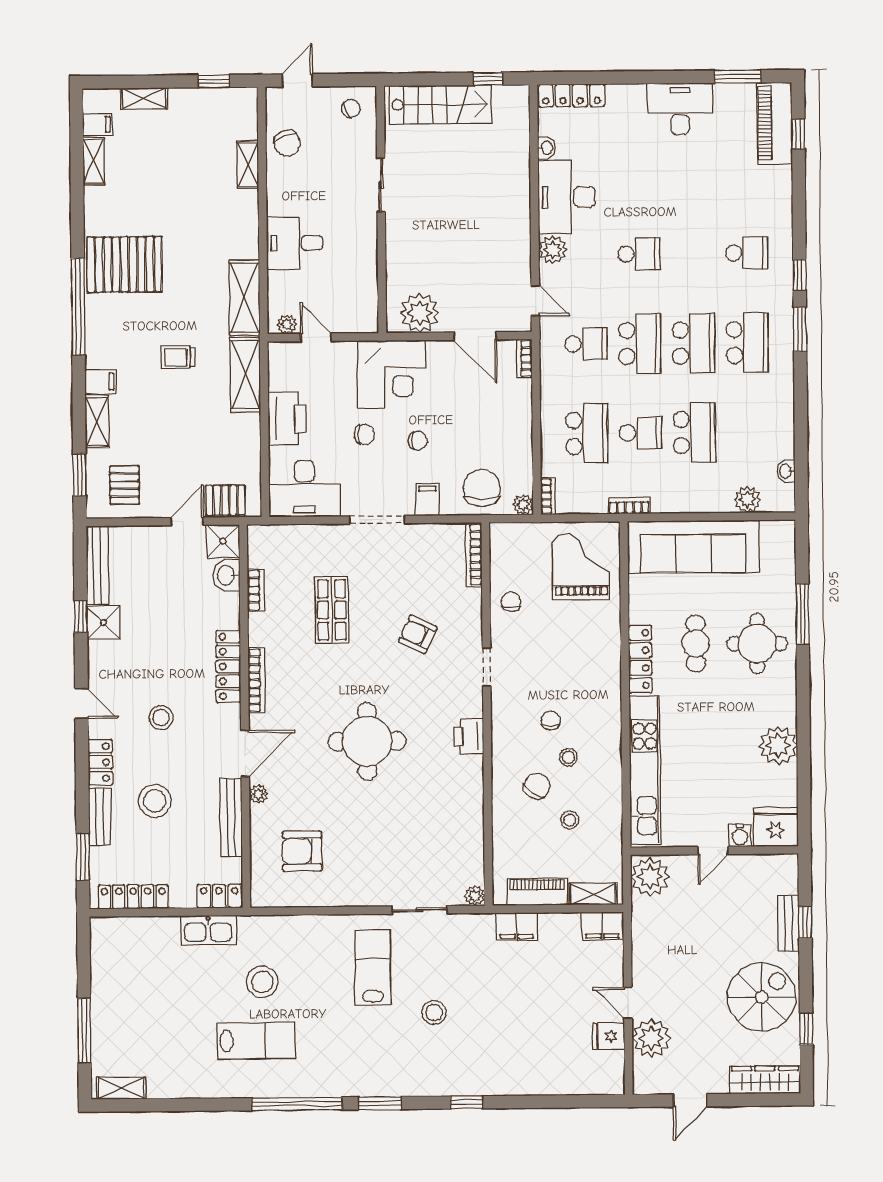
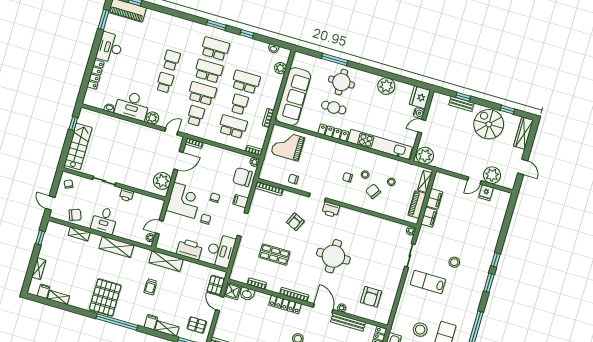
locker: (571, 96) -> (95, 74), moved
desk: (295, 243) -> (104, 220), moved
printer: (365, 243) -> (126, 195), added
school desk: (746, 253) -> (171, 60), moved
window: (800, 275) -> (247, 34), moved
shelving: (244, 298) -> (116, 247), moved
printer: (469, 736) -> (331, 209), moved
door: (713, 851) -> (422, 126), swing flipped
filing cabinet: (602, 926) -> (434, 199), moved
window: (380, 1103) -> (489, 283), moved

